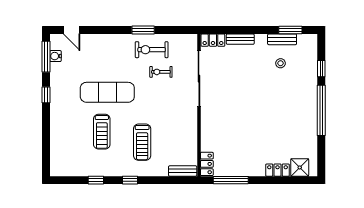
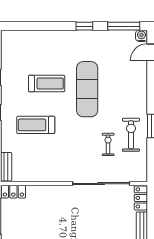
water cooler: (55, 56) -> (141, 36), moved
treadmill: (102, 132) -> (47, 83), turned 180

